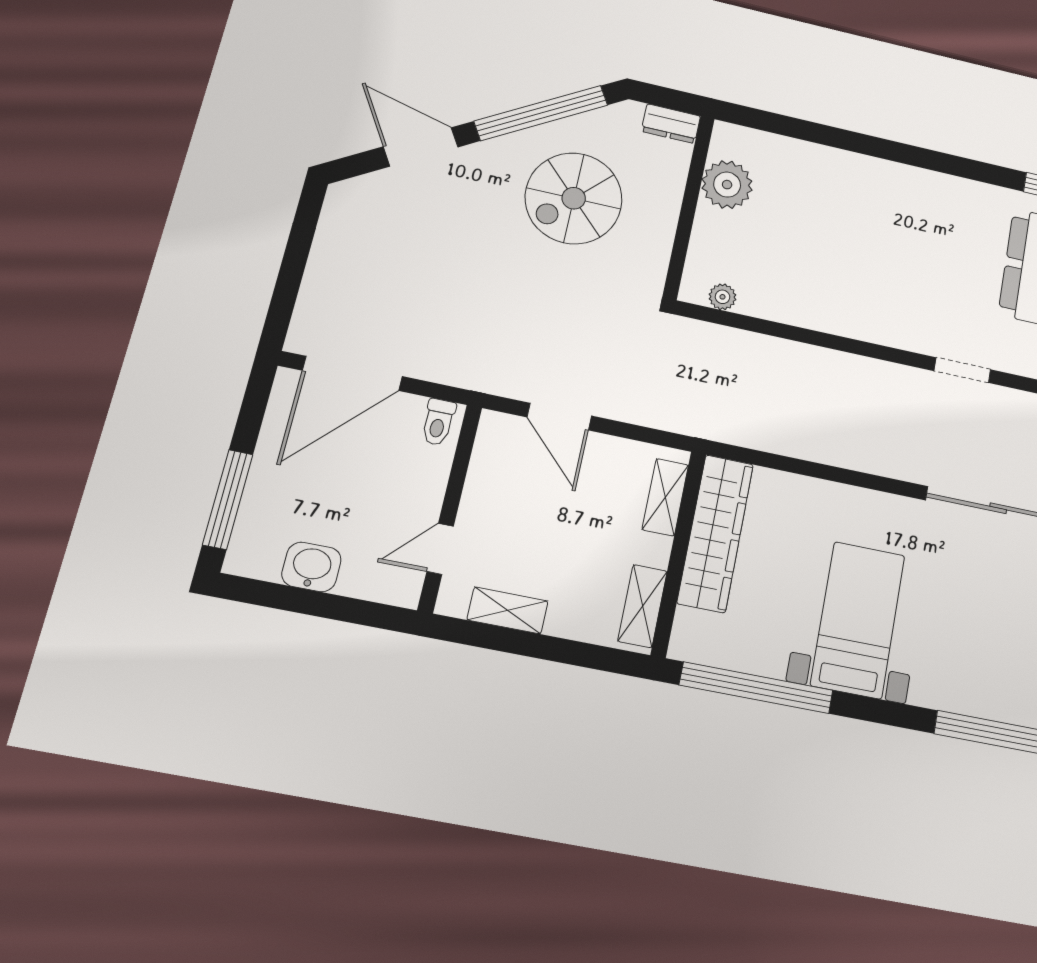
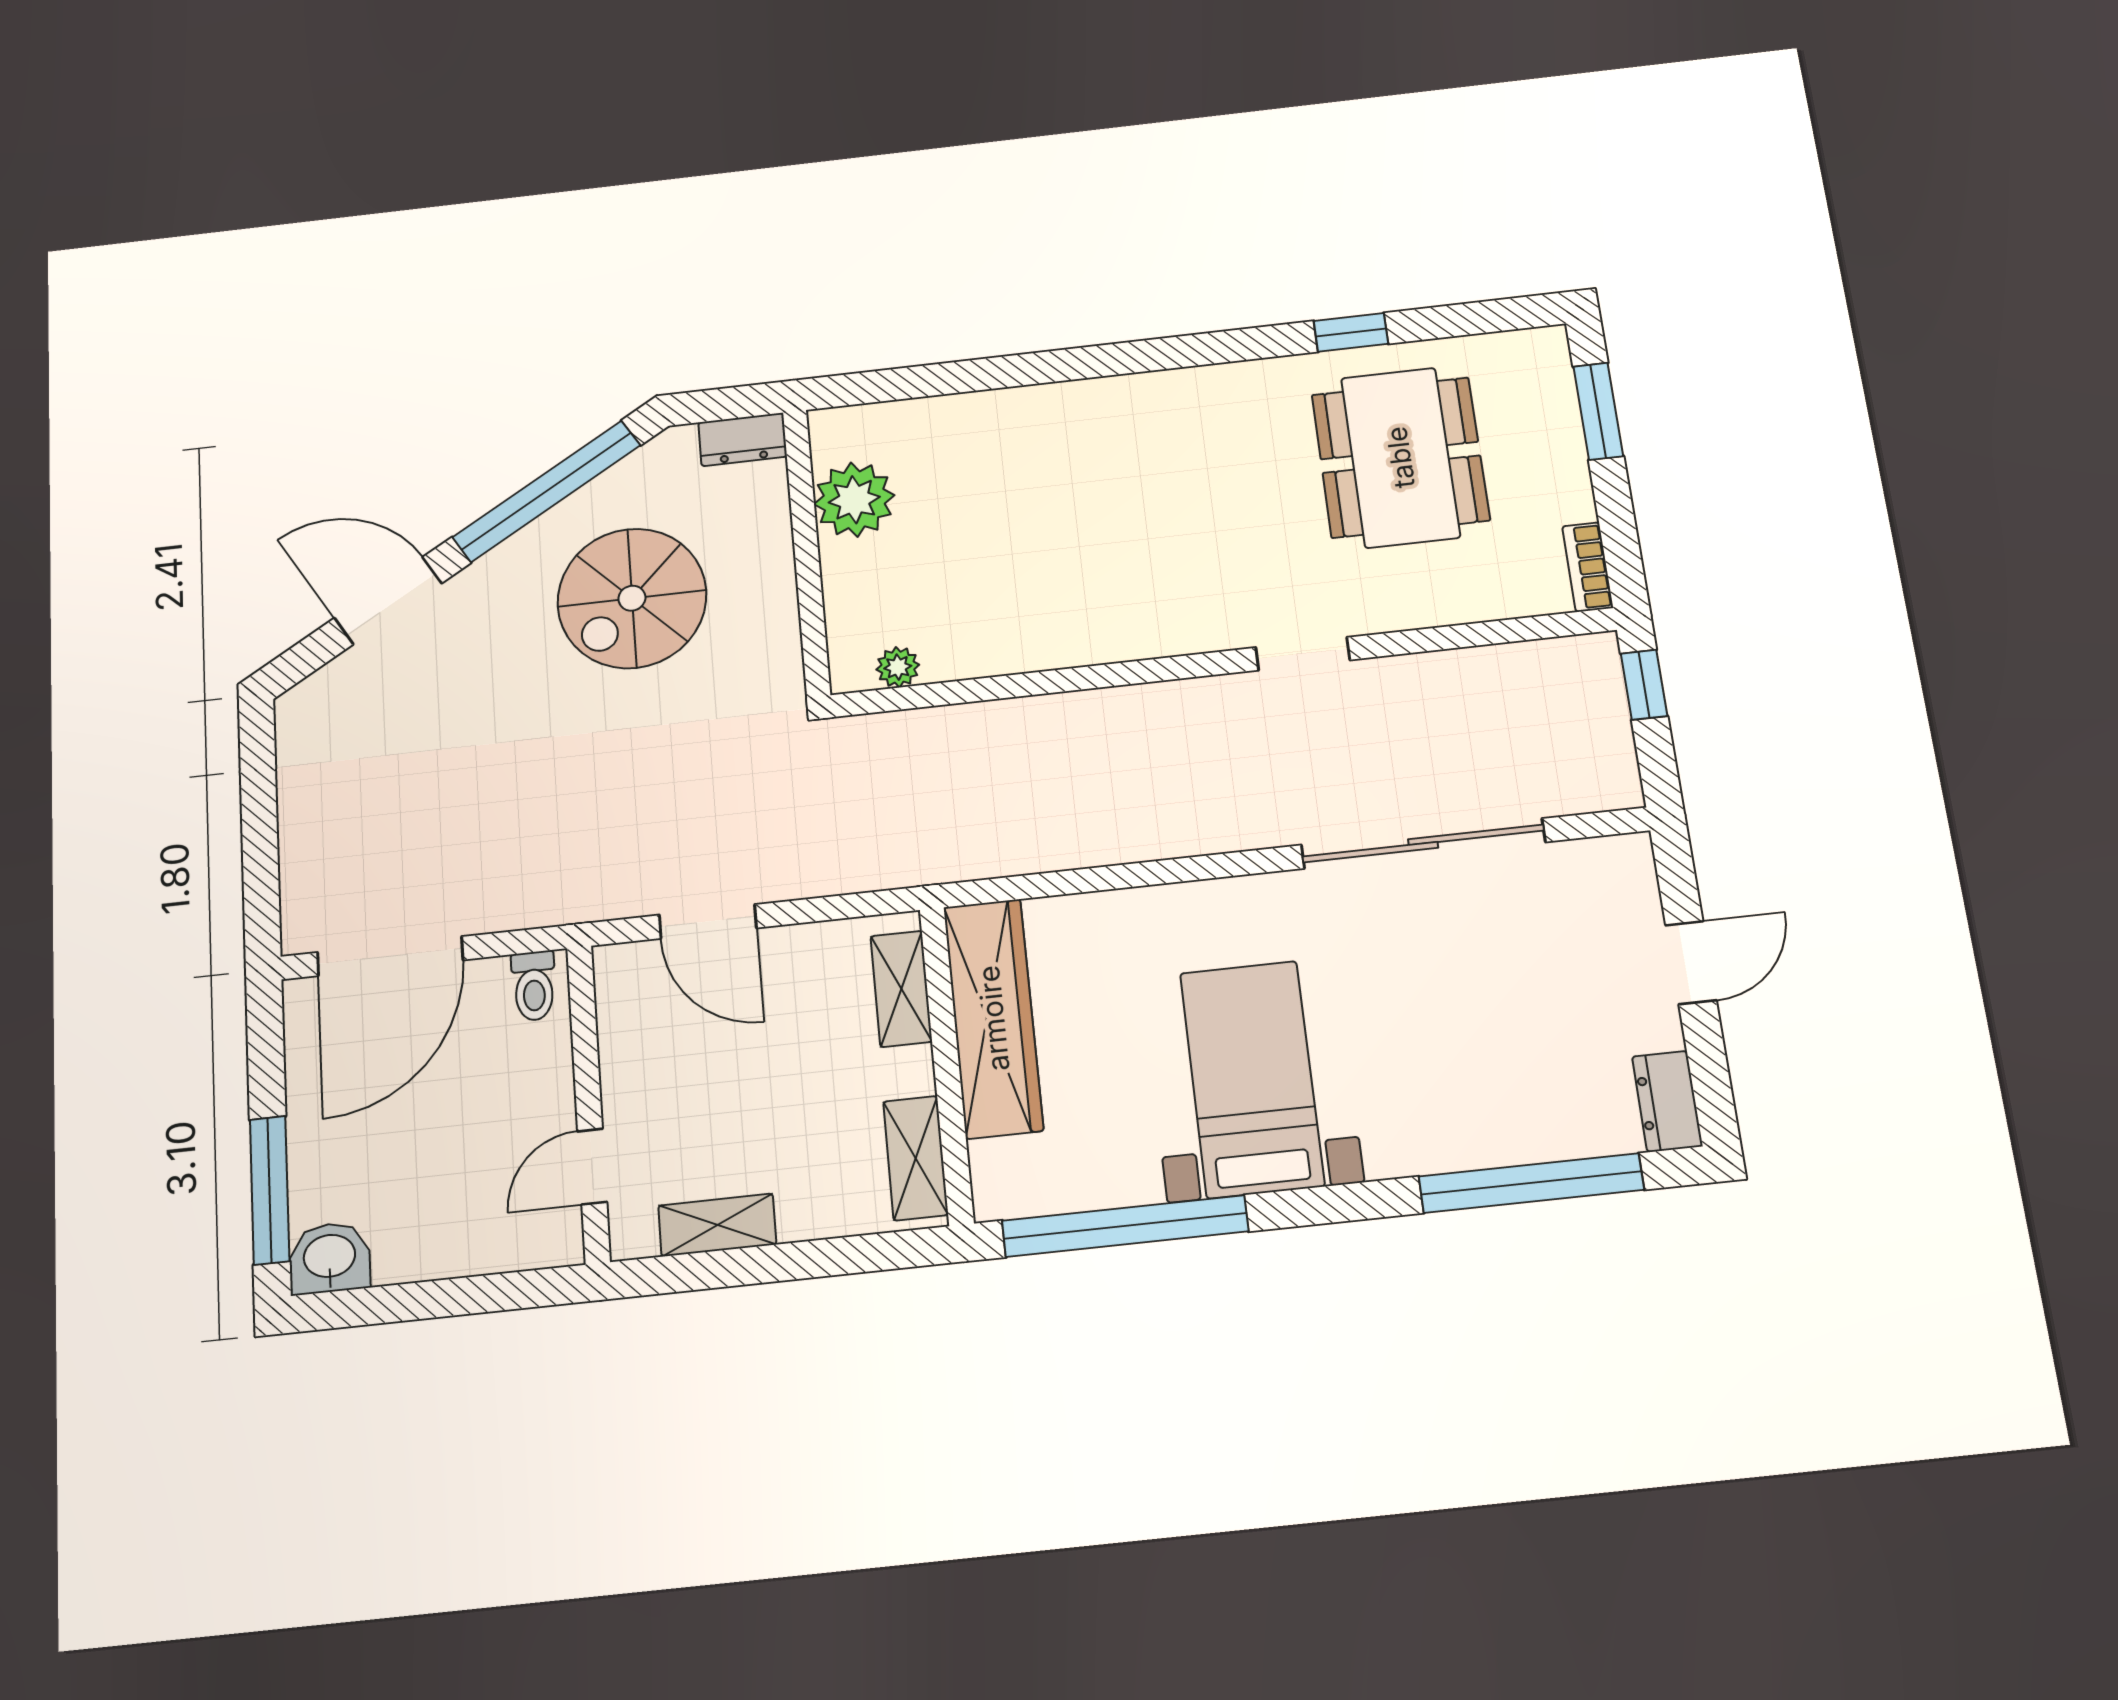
washbasin: (311, 567) -> (330, 1258), moved

